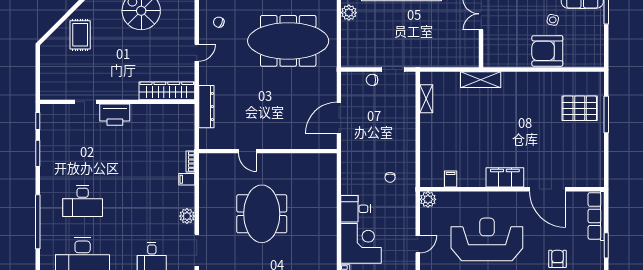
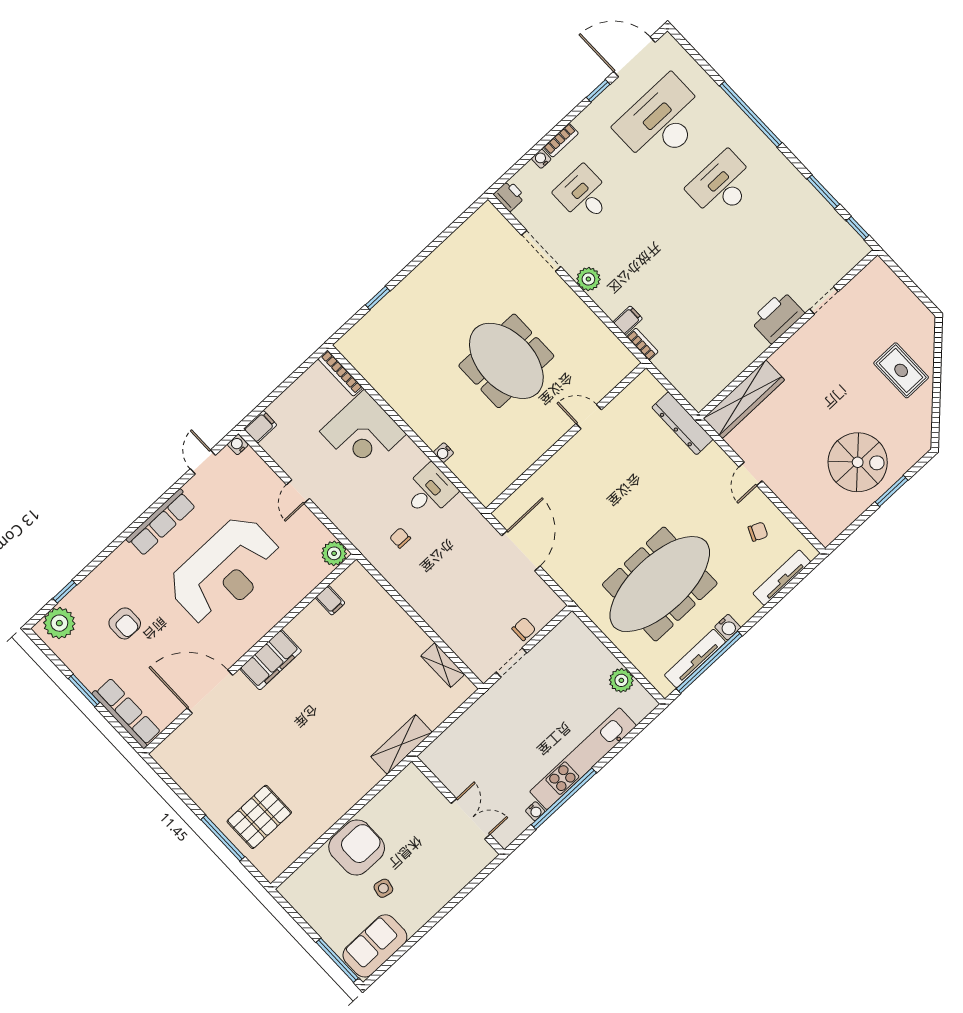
water cooler: (332, 198) -> (443, 453), added
desk: (356, 209) -> (429, 491), moved

